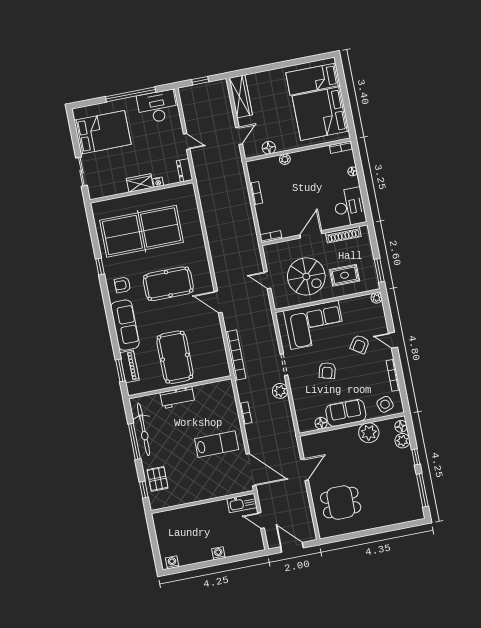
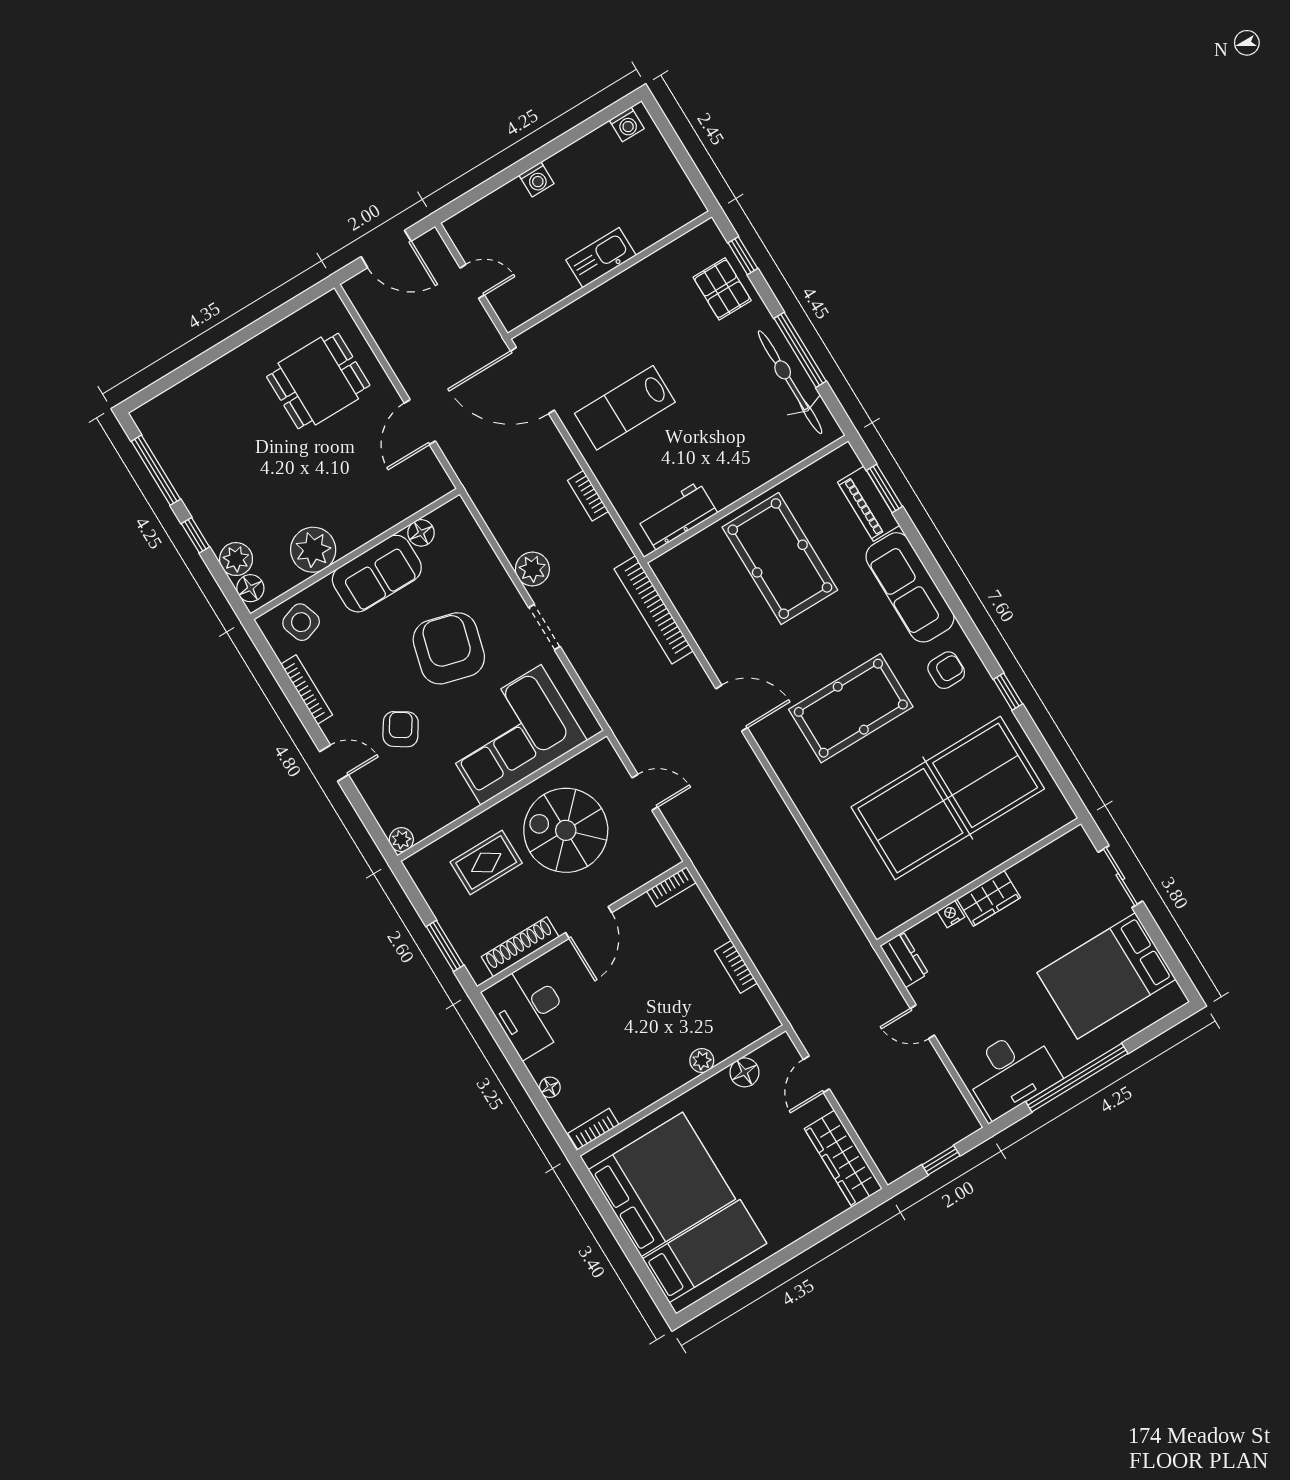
window: (379, 270) -> (445, 946), moved
armchair: (327, 371) -> (449, 648), width x1.88, depth x1.88
workbench: (177, 398) -> (677, 516), moved
kitchen sink: (242, 503) -> (601, 258), moved

